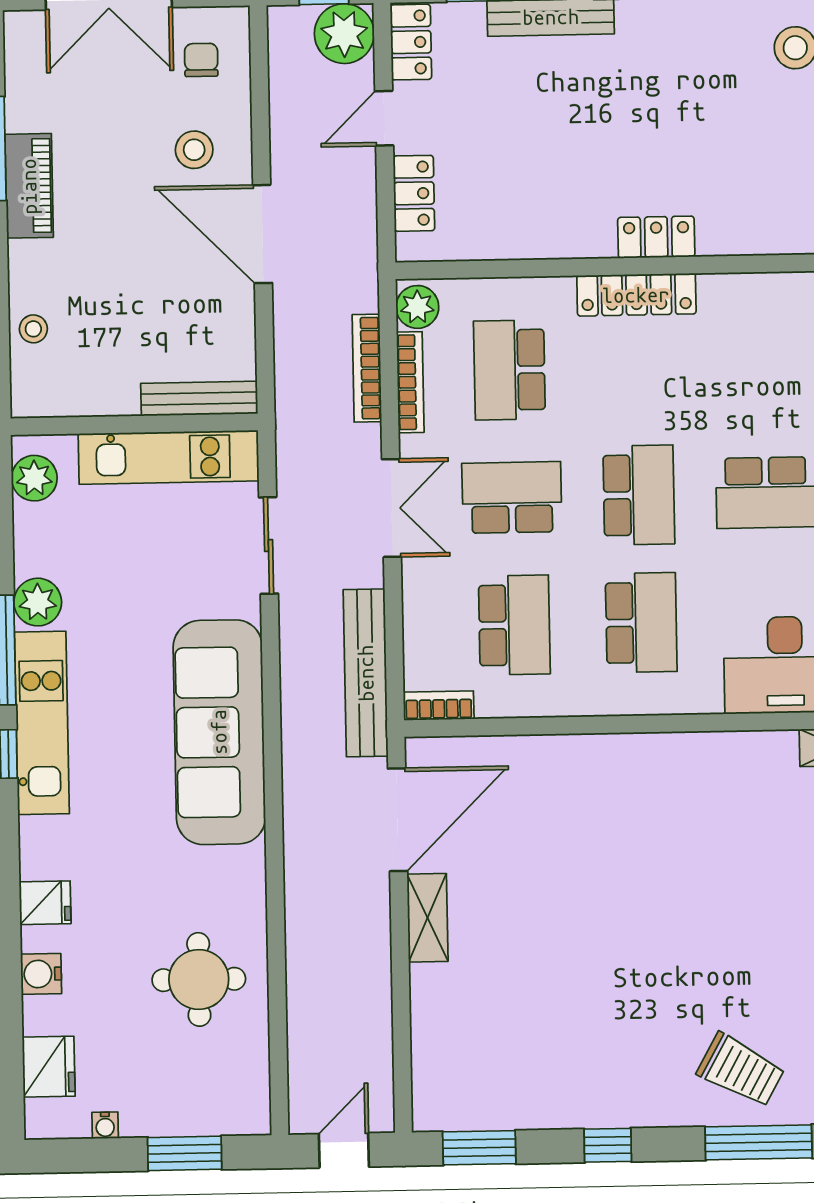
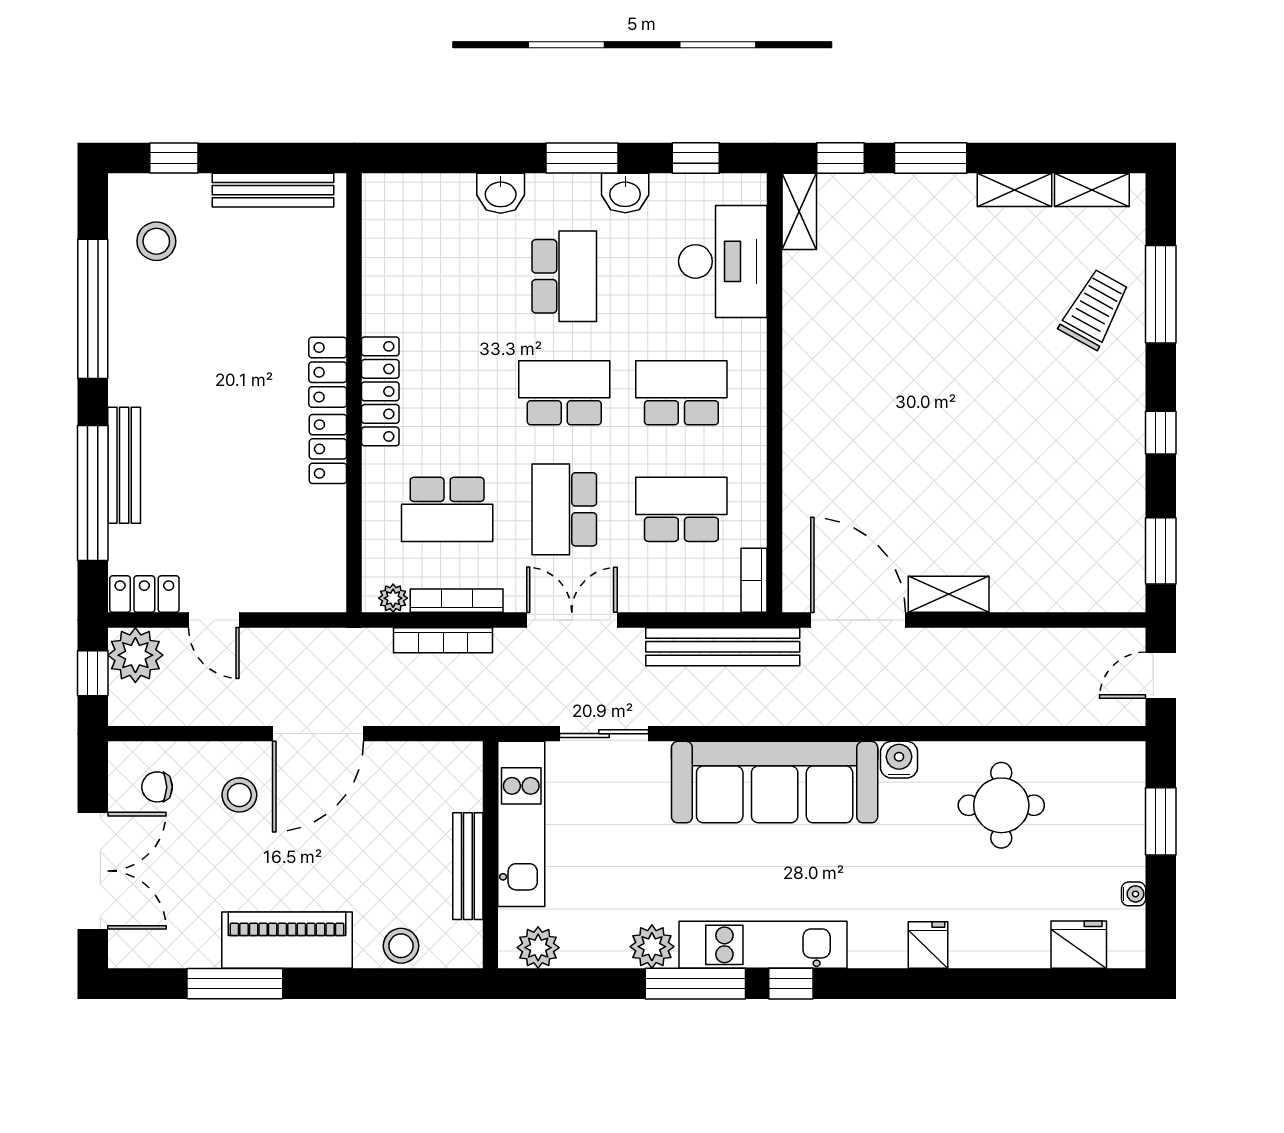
piano: (29, 186) -> (287, 940), width x1.37, depth x1.33
locker: (414, 193) -> (328, 449), moved, turned -90
plant: (417, 307) -> (393, 598), width x0.73, depth x0.73
stool: (33, 329) -> (401, 946), width x1.37, depth x1.37
bench: (199, 398) -> (468, 866), moved
water cooler: (41, 974) -> (899, 760), moved, turned 180
door: (344, 1150) -> (1161, 675), hinge flipped

